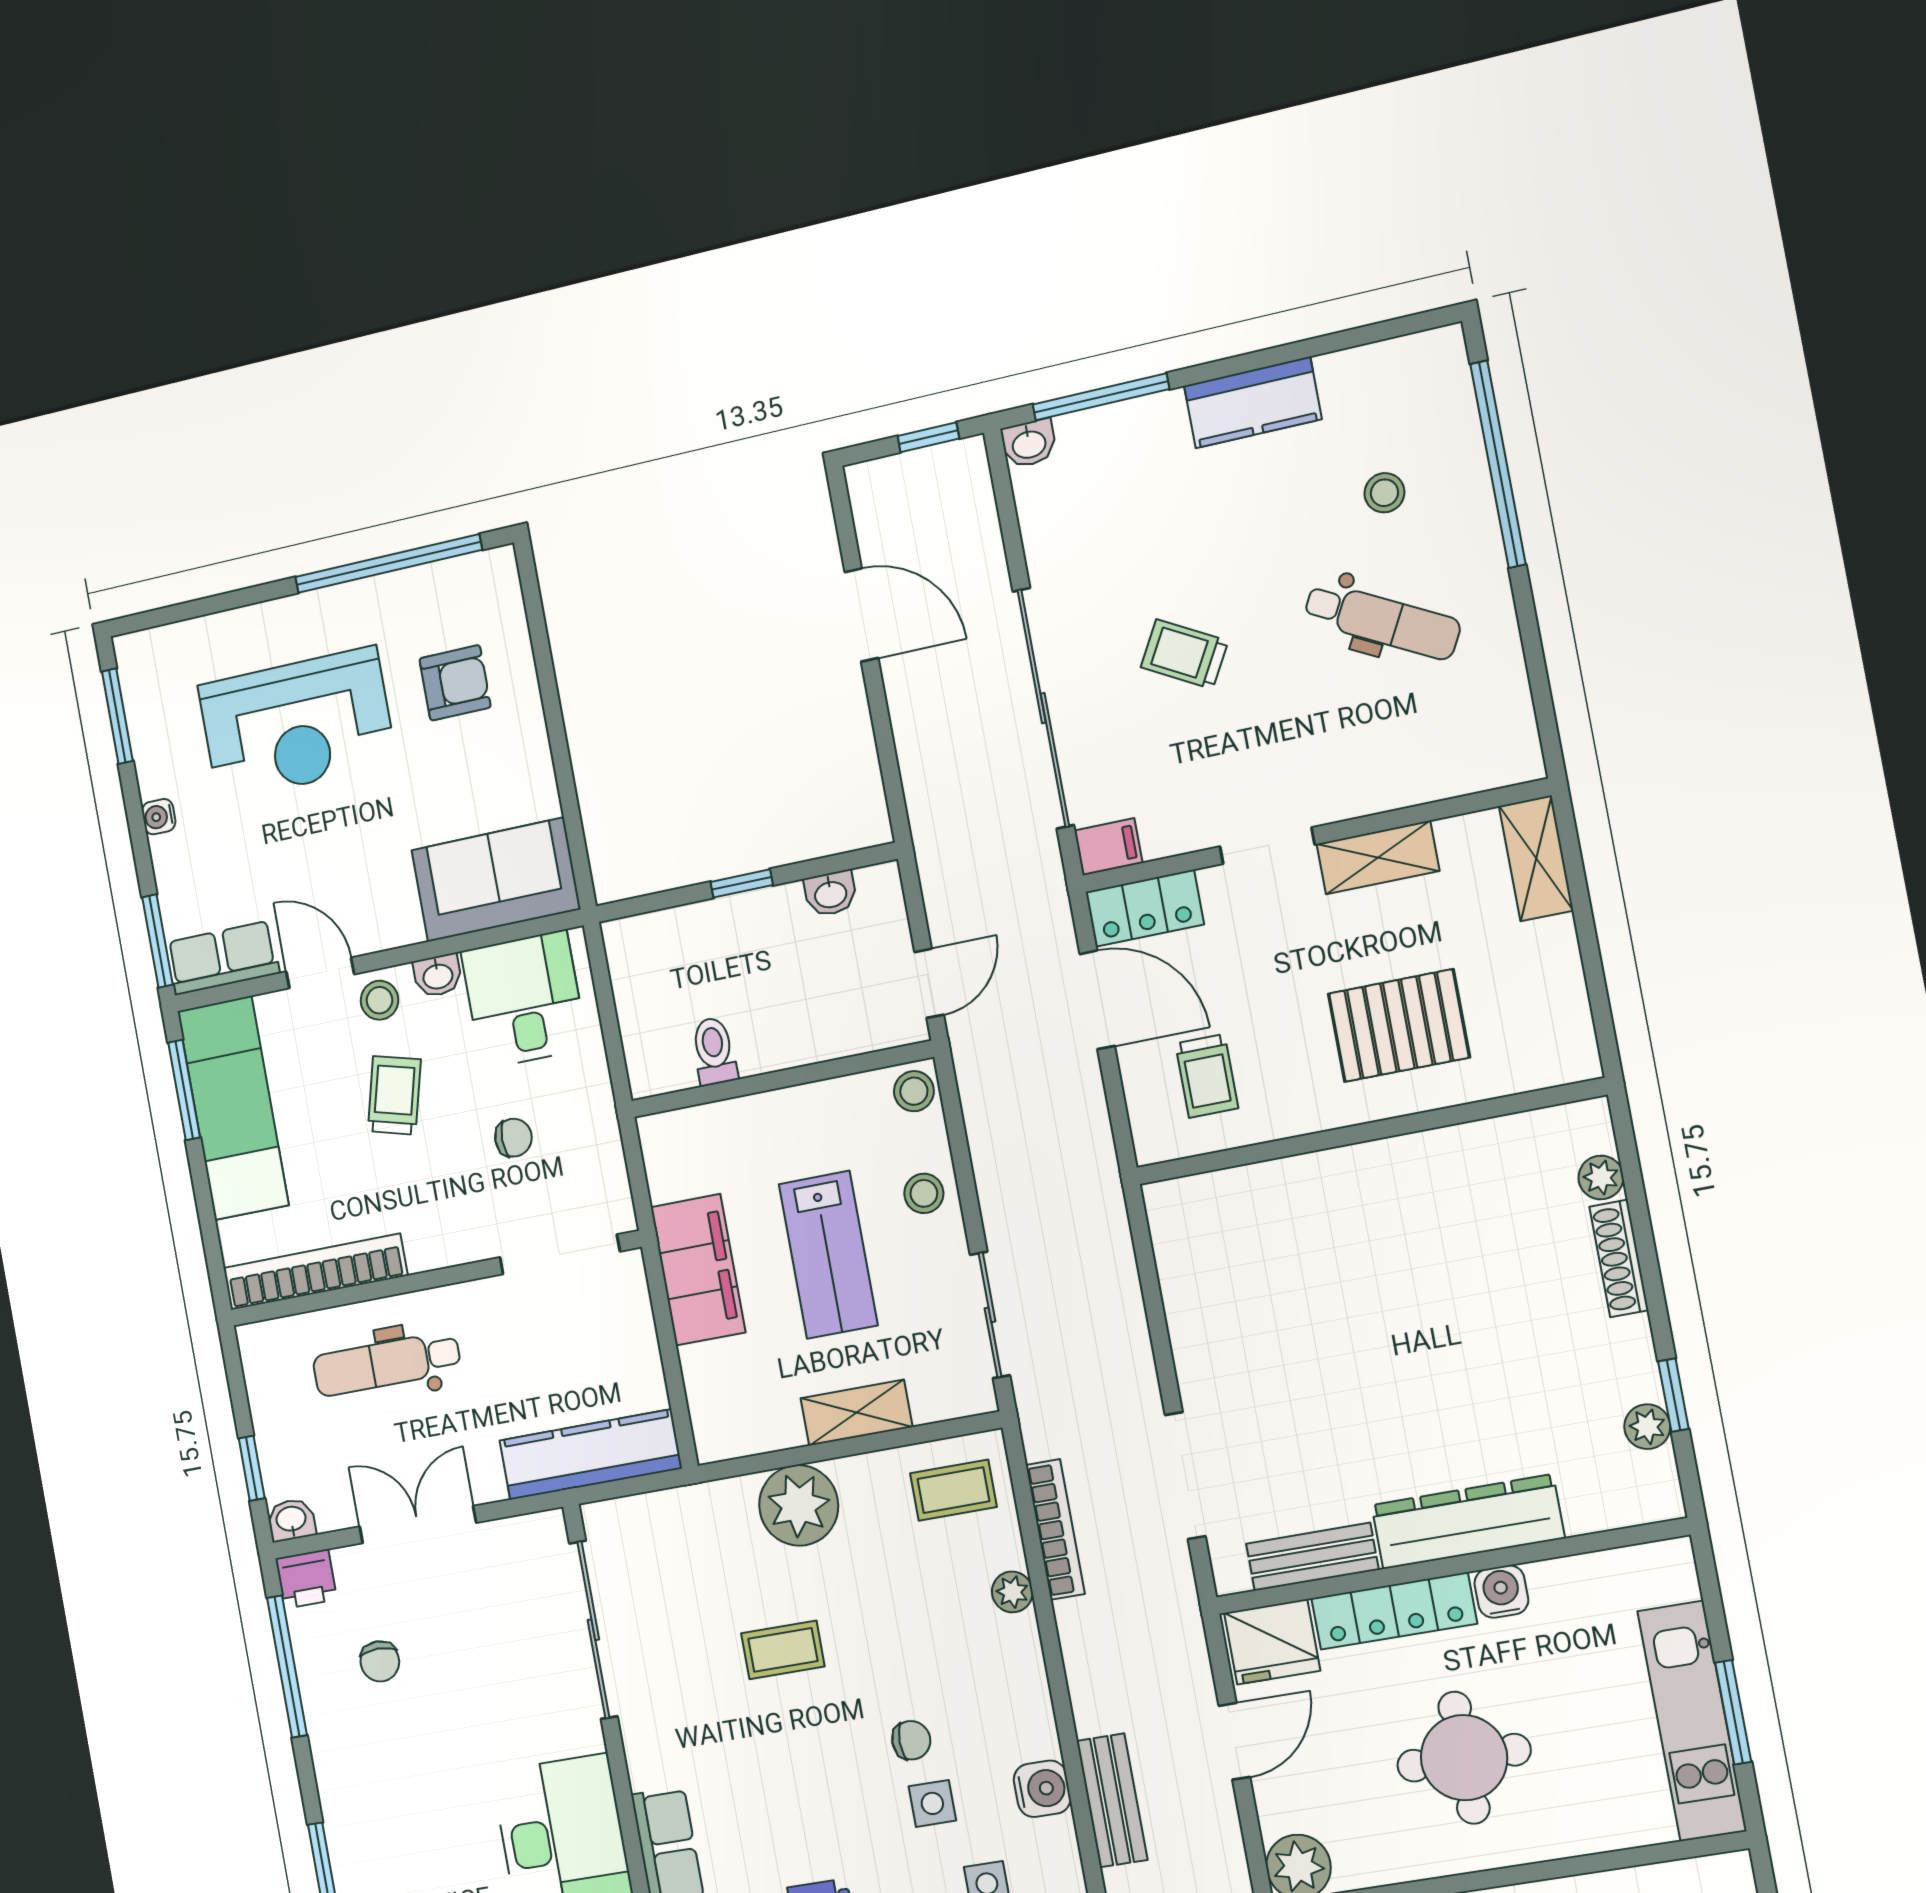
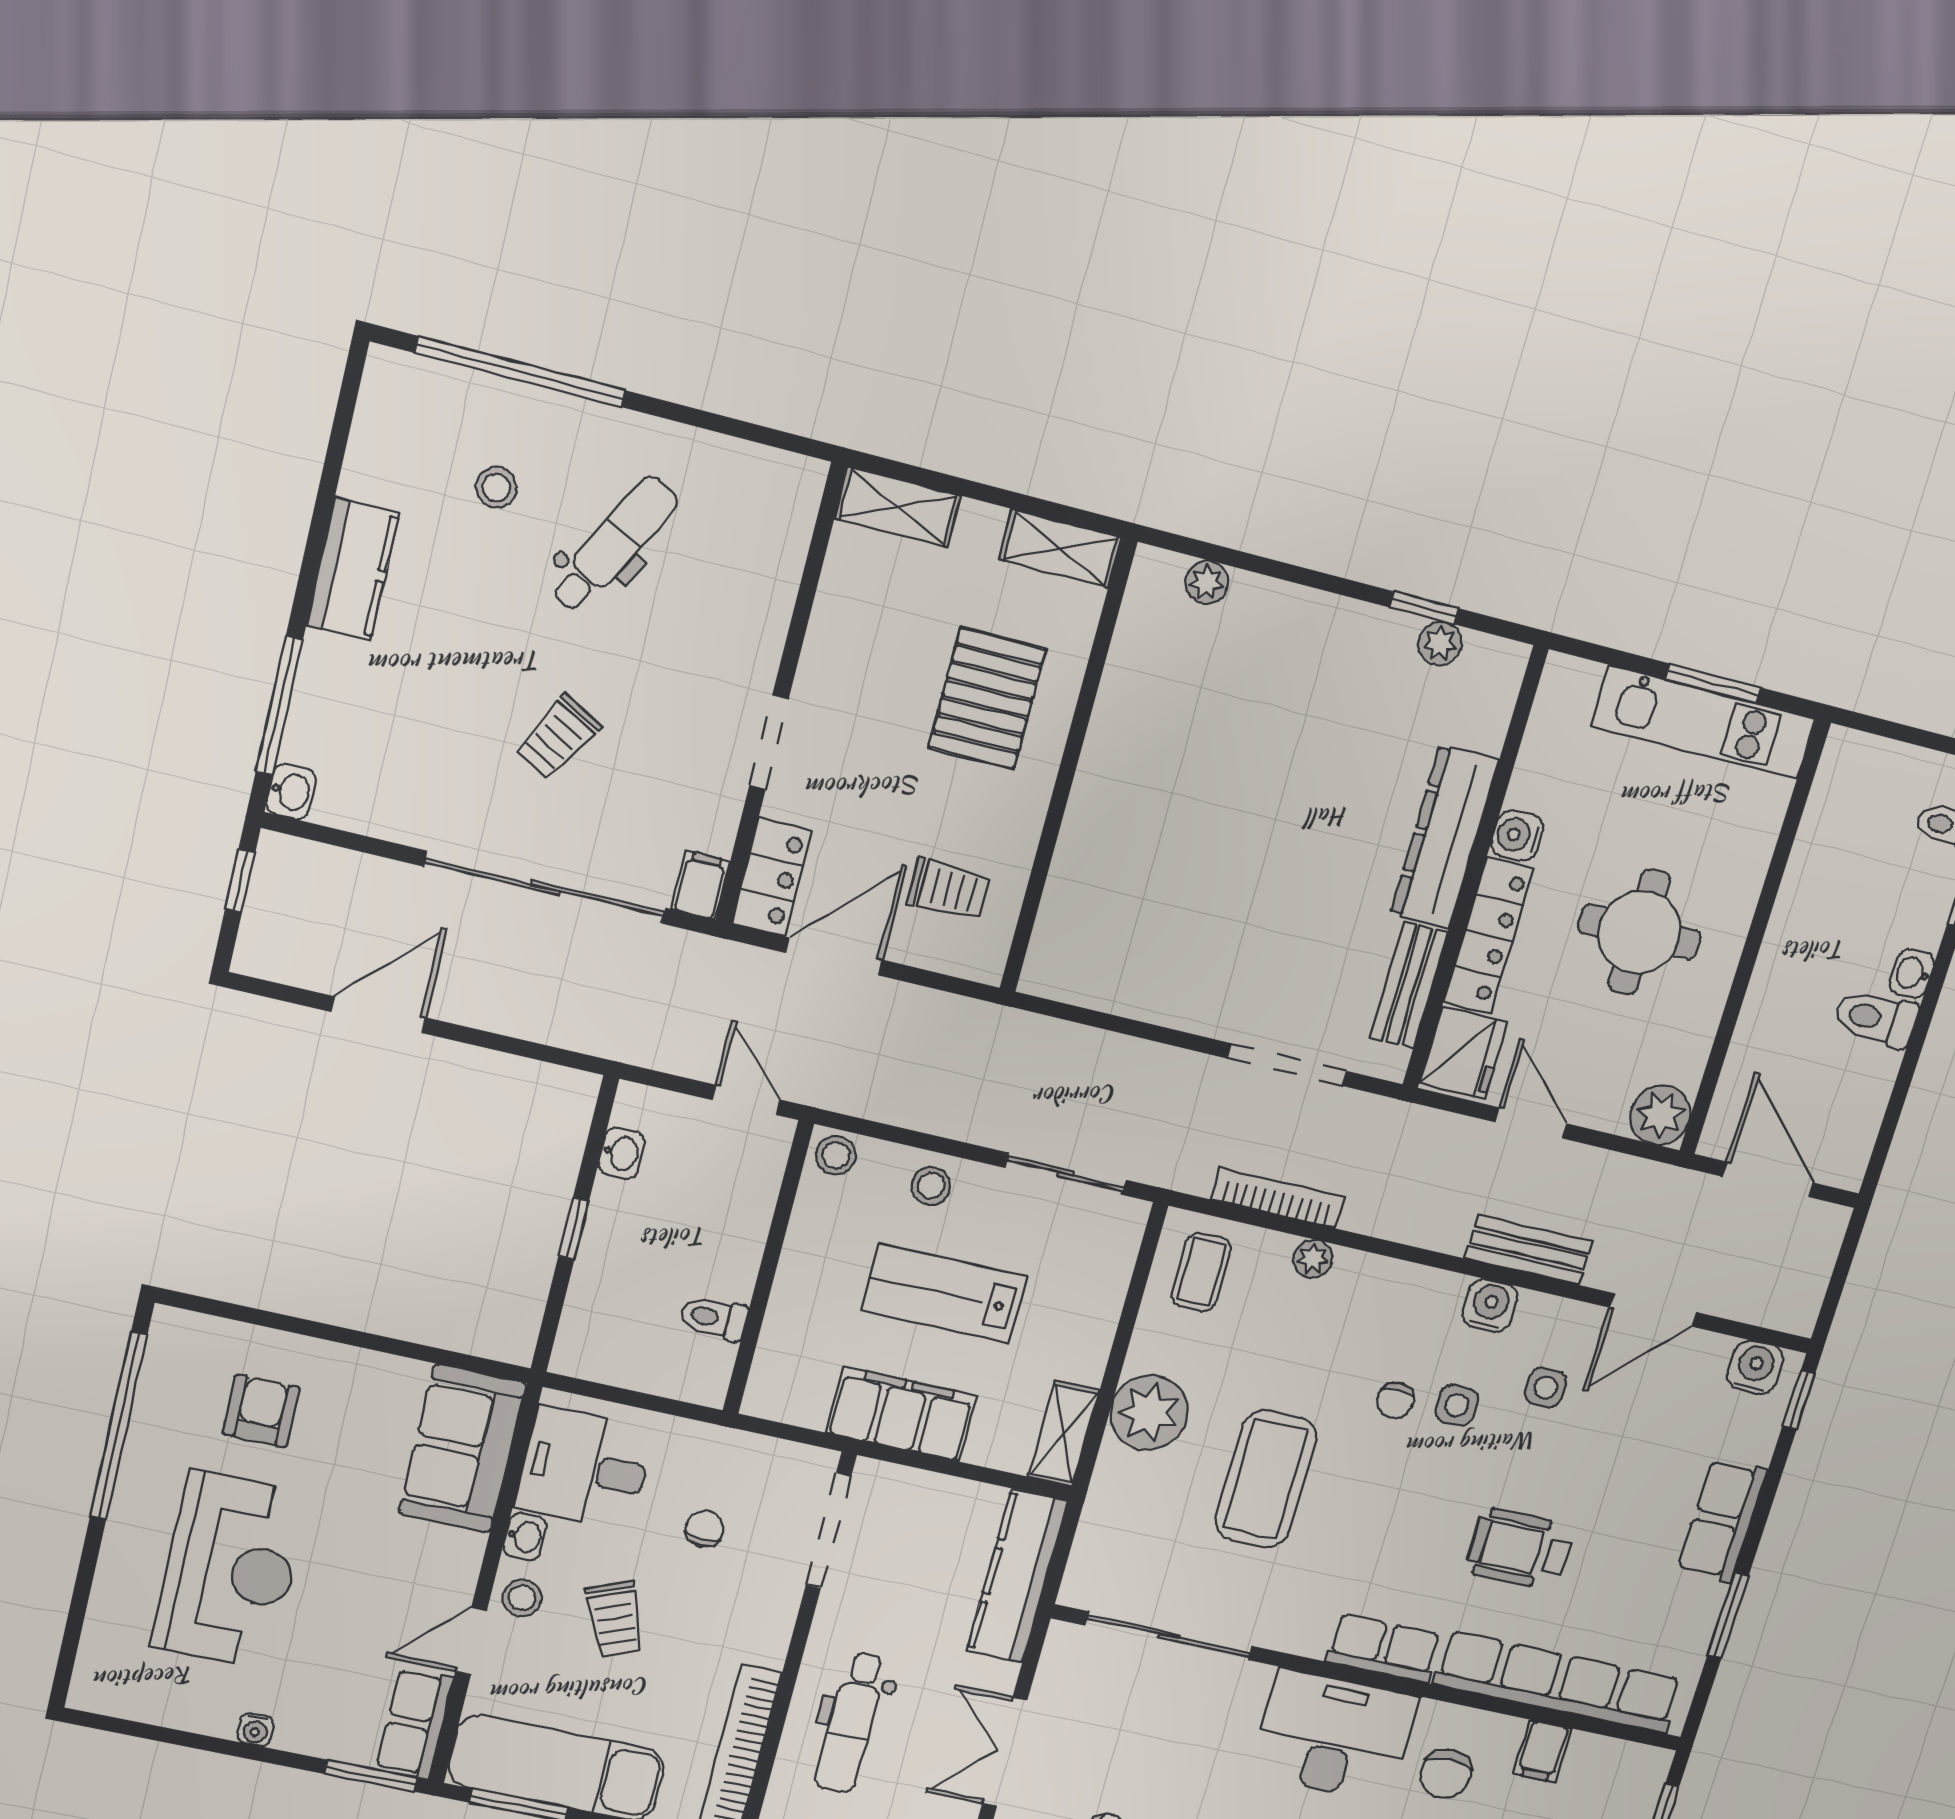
window: (117, 716) -> (143, 1731), removed
shelving: (1378, 857) -> (1060, 549), moved, turned 90
trolley: (394, 1095) -> (615, 1619), turned -127
lab bench: (828, 1255) -> (944, 1294), turned 180
shoe rack: (1619, 1258) -> (1285, 600), removed
shelving: (857, 1413) -> (1064, 1434), moved
coffee table: (783, 1650) -> (1266, 1479), width x1.86, depth x1.72
chair: (911, 1740) -> (1395, 1401), turned 180

